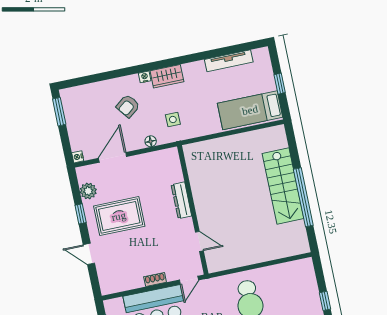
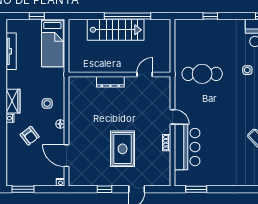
plant: (88, 191) -> (88, 180), removed
dresser: (181, 200) -> (110, 82), moved
wall: (193, 210) -> (120, 75), moved
rug: (119, 216) -> (123, 149), moved
door: (199, 241) -> (145, 75), moved

